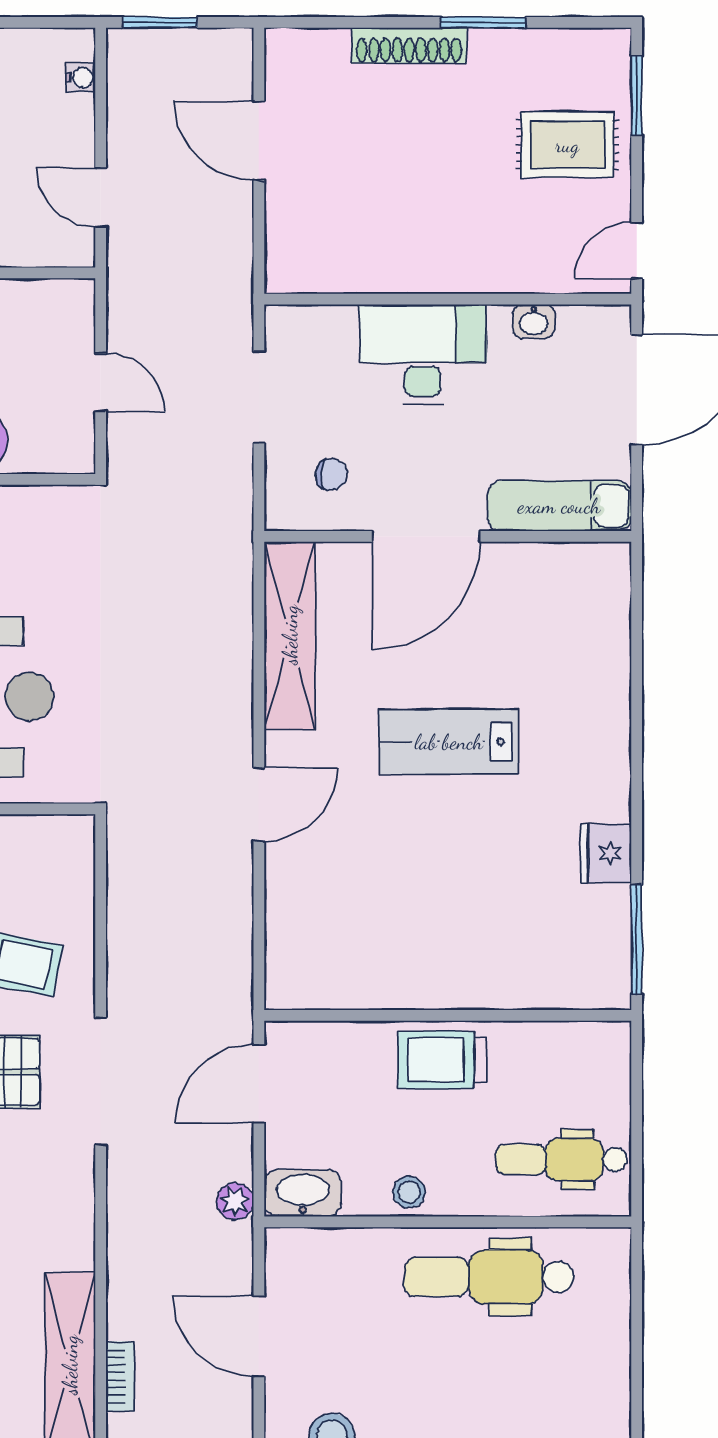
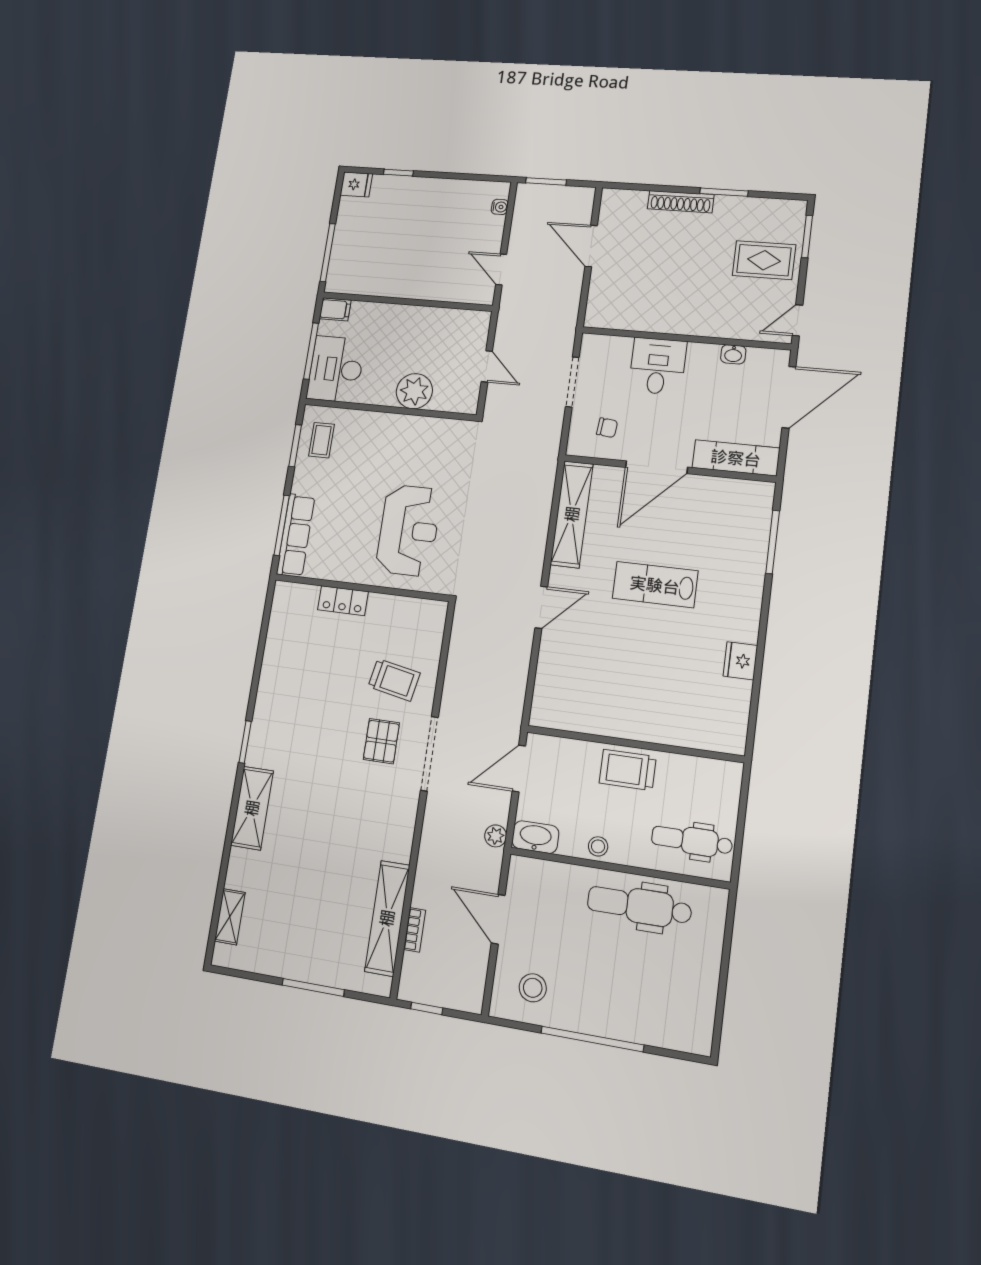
desk: (423, 354) -> (658, 366), width x0.73
window: (637, 939) -> (773, 542), moved

